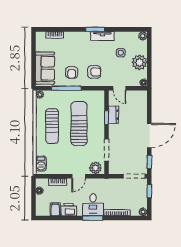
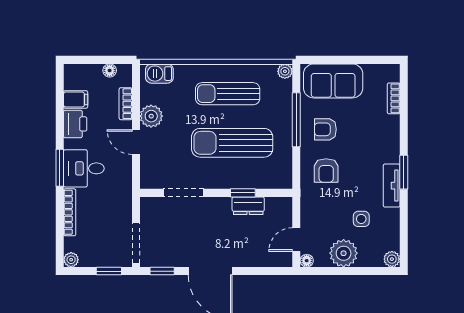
door: (119, 88) -> (296, 240), moved
sun lounger: (79, 124) -> (232, 143), turned 180
plant: (95, 168) -> (151, 116), moved

